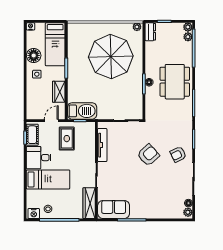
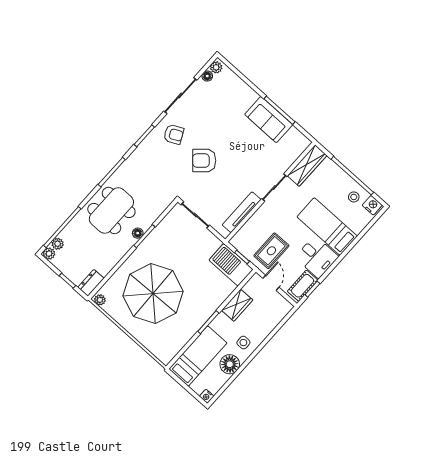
door: (51, 121) -> (271, 283), swing flipped
sofa: (114, 209) -> (269, 120), moved

